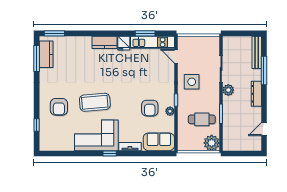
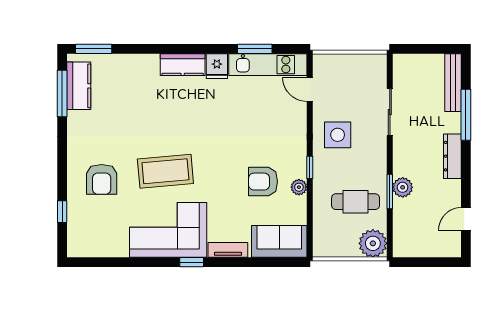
plant: (228, 90) -> (403, 187), moved
armchair: (150, 108) -> (263, 182), turned 90

